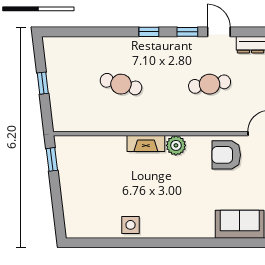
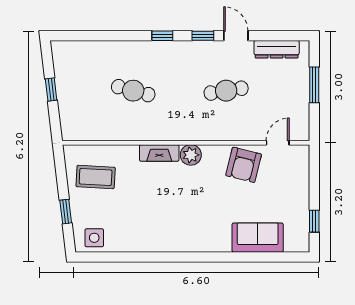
armchair: (226, 155) -> (244, 165), turned -76
window: (52, 159) -> (66, 212), moved
coffee table: (85, 166) -> (96, 177), added
side table: (131, 225) -> (94, 238), moved

